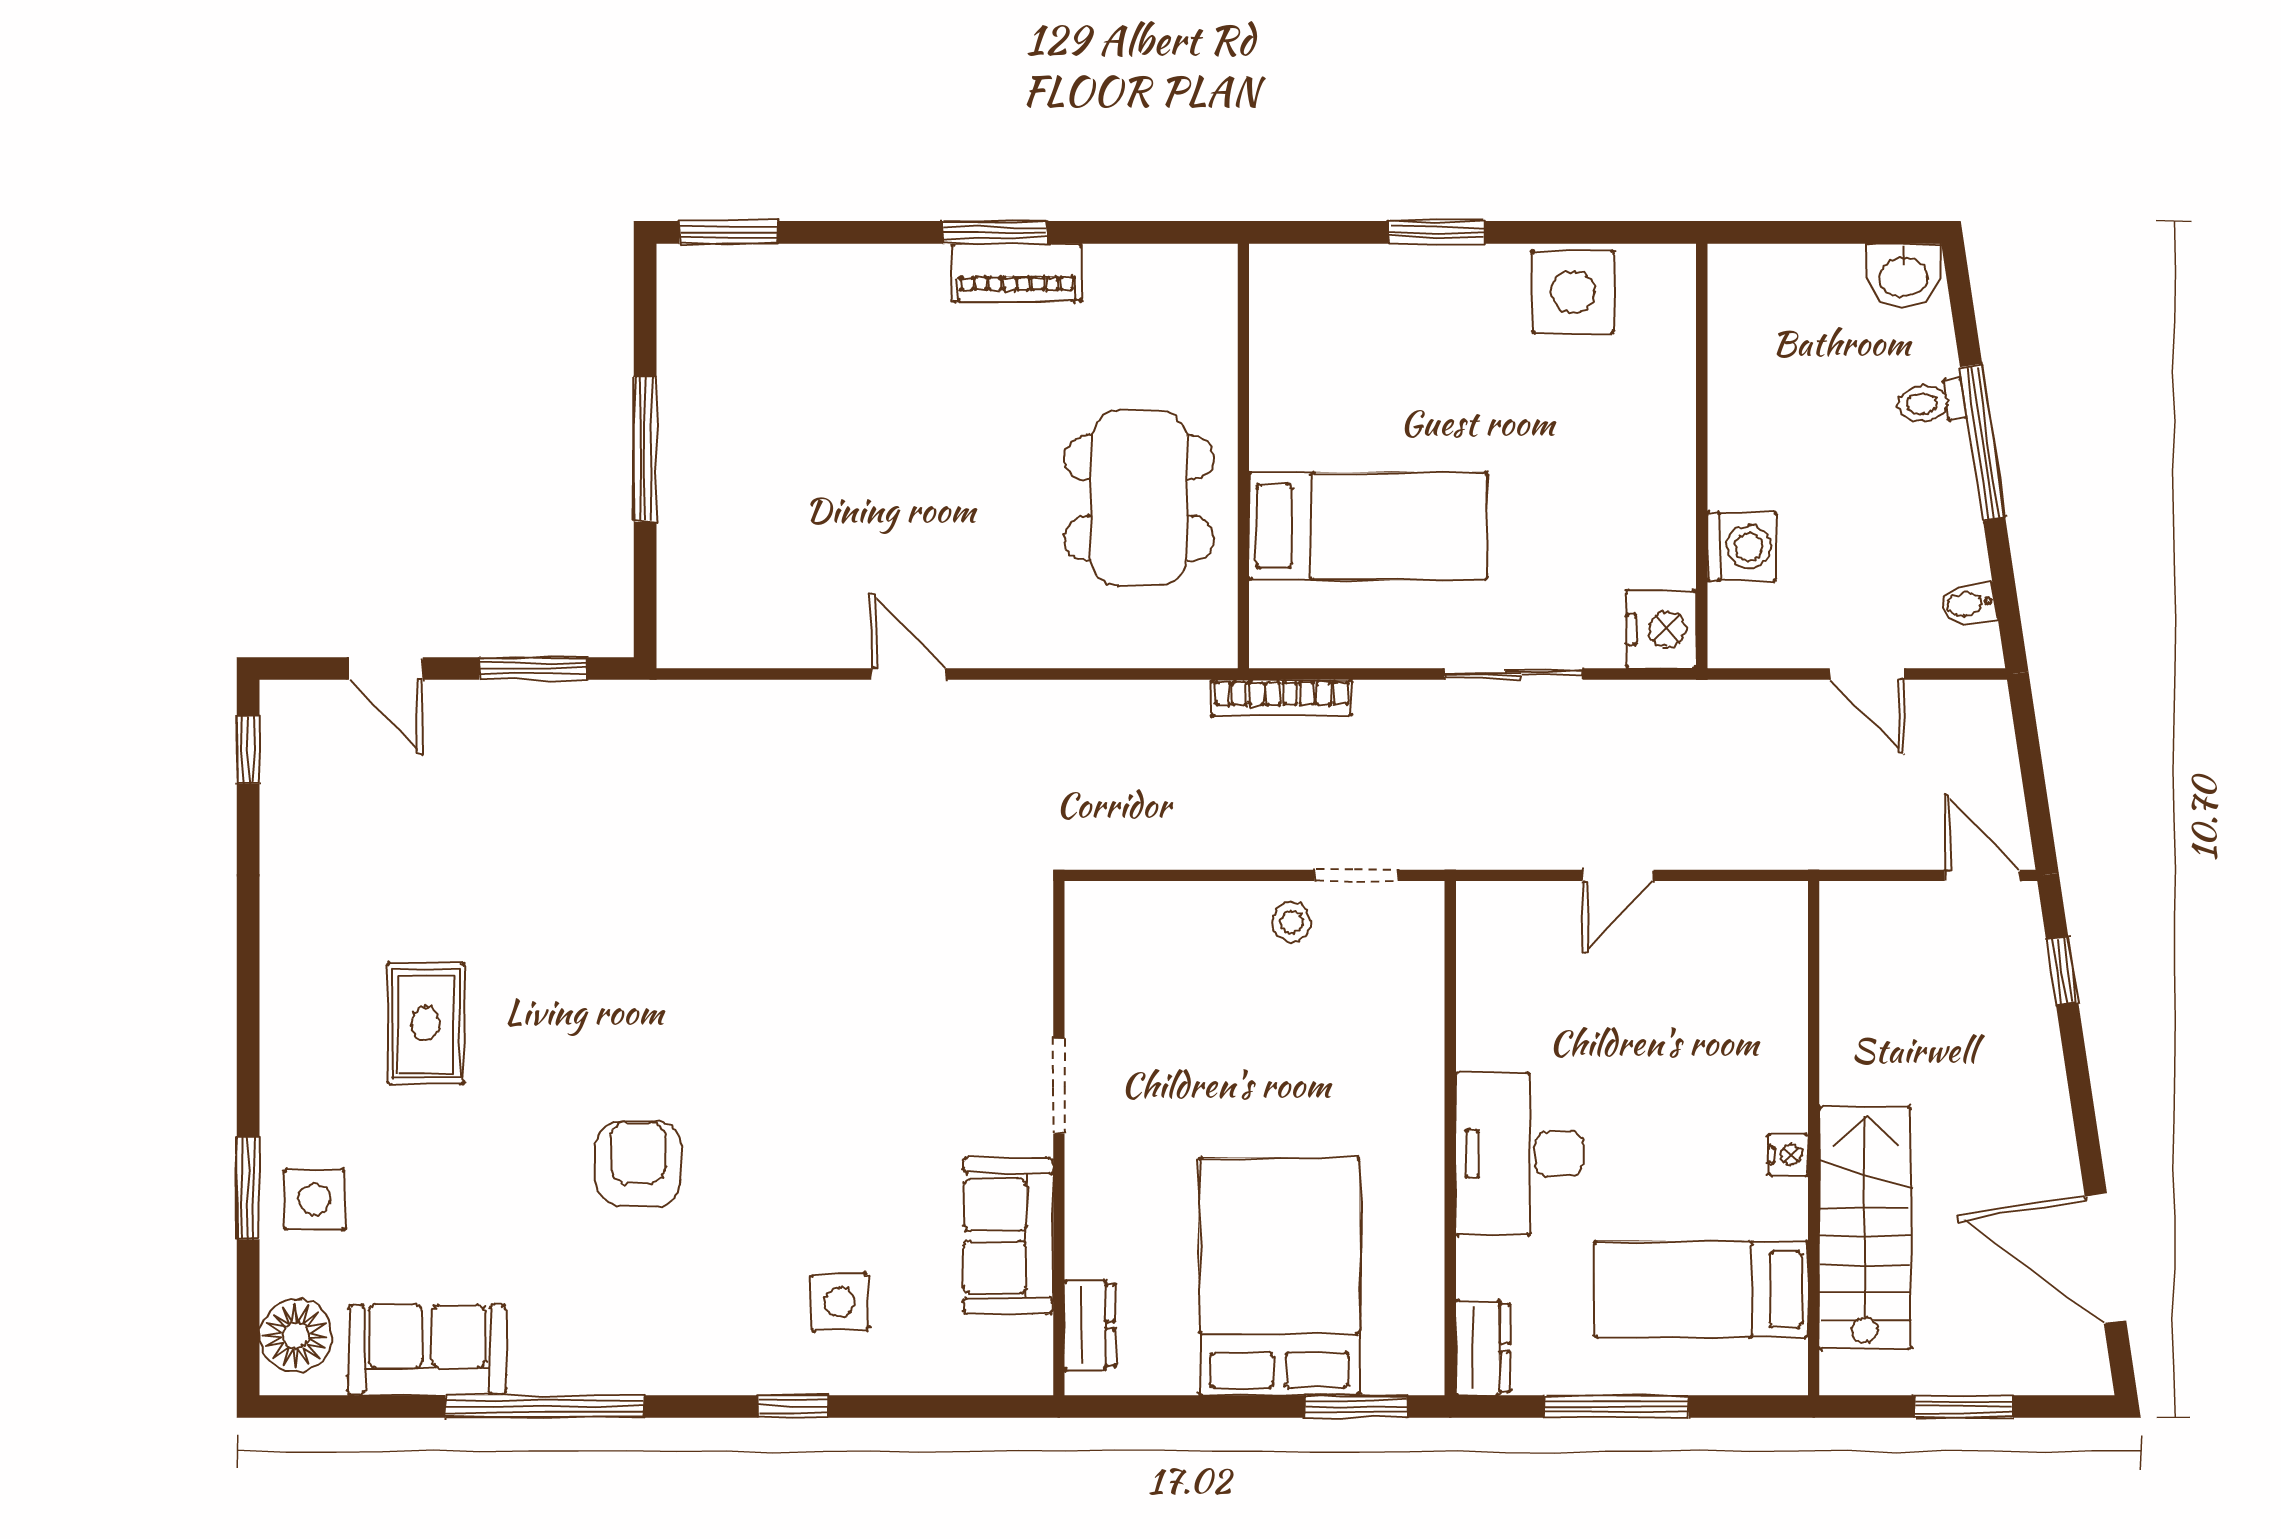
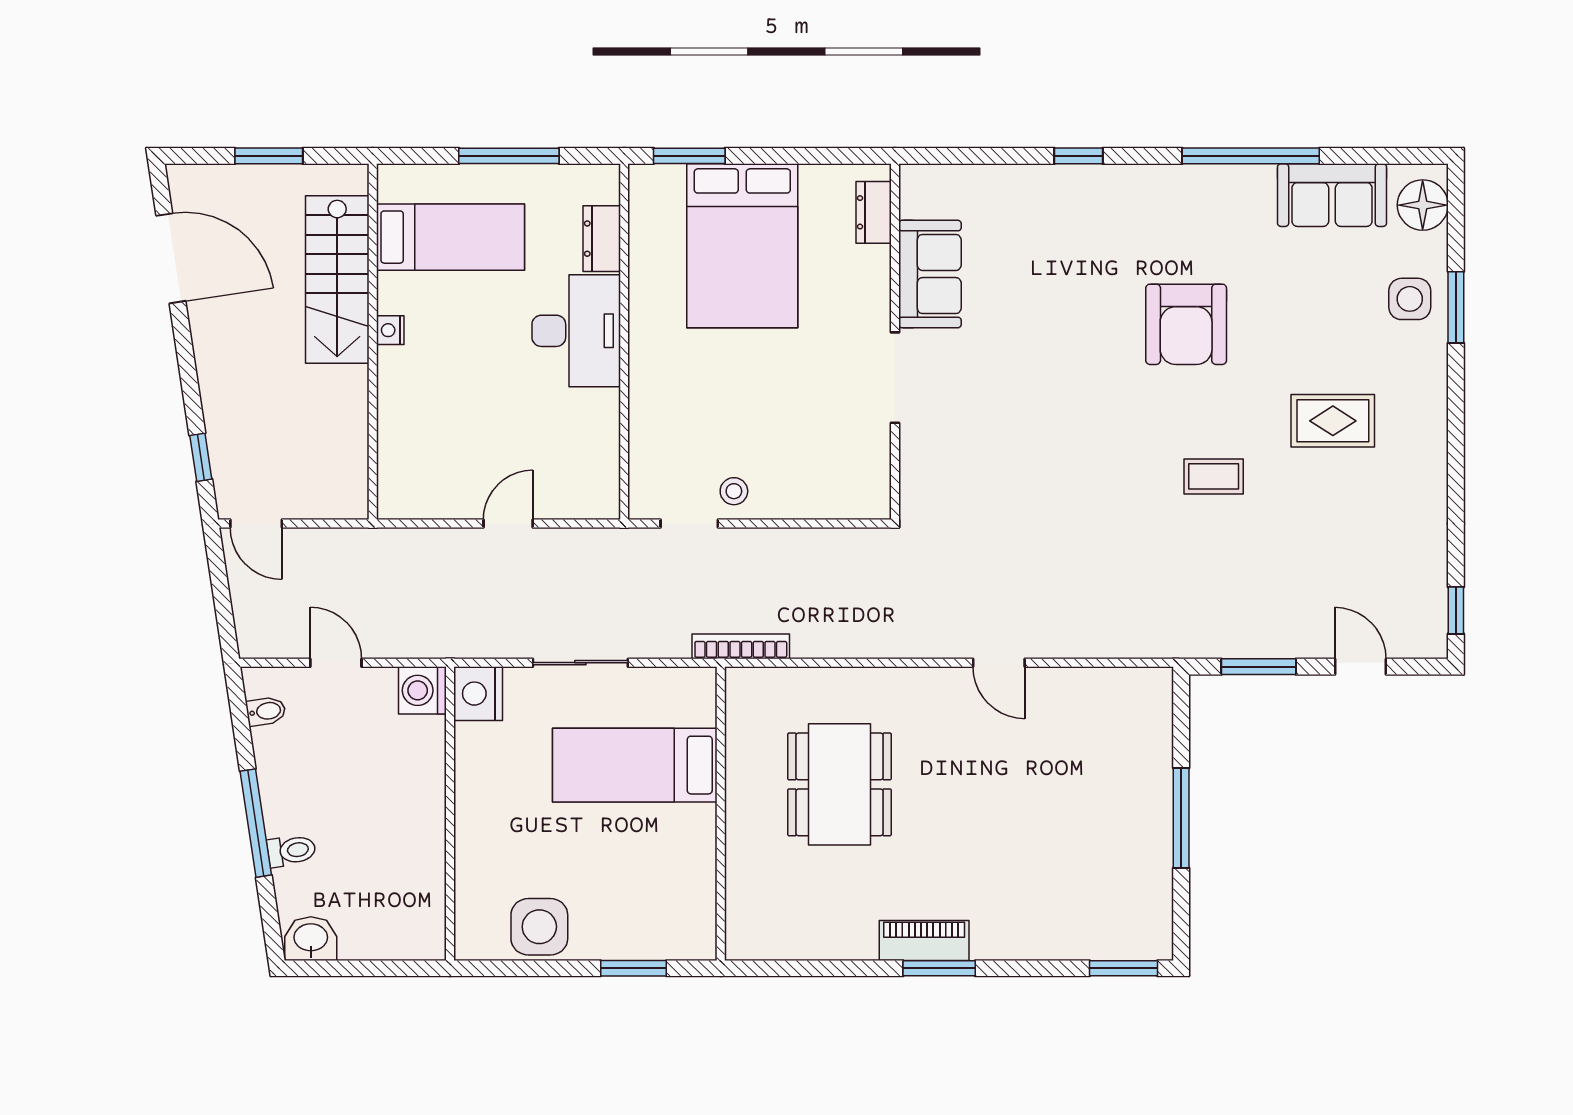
wall: (1243, 456) -> (721, 814), moved
bed: (1368, 526) -> (635, 765), moved
washing machine: (1742, 547) -> (422, 690), moved
coffee table: (598, 943) -> (1214, 476), added
rug: (426, 1024) -> (1333, 421), turned 90
doorway: (1059, 1086) -> (895, 378), width x1.38
armchair: (638, 1163) -> (1186, 324), width x1.36, depth x1.36
side table: (839, 1302) -> (1047, 228), removed
dresser: (1483, 1348) -> (602, 239), moved

